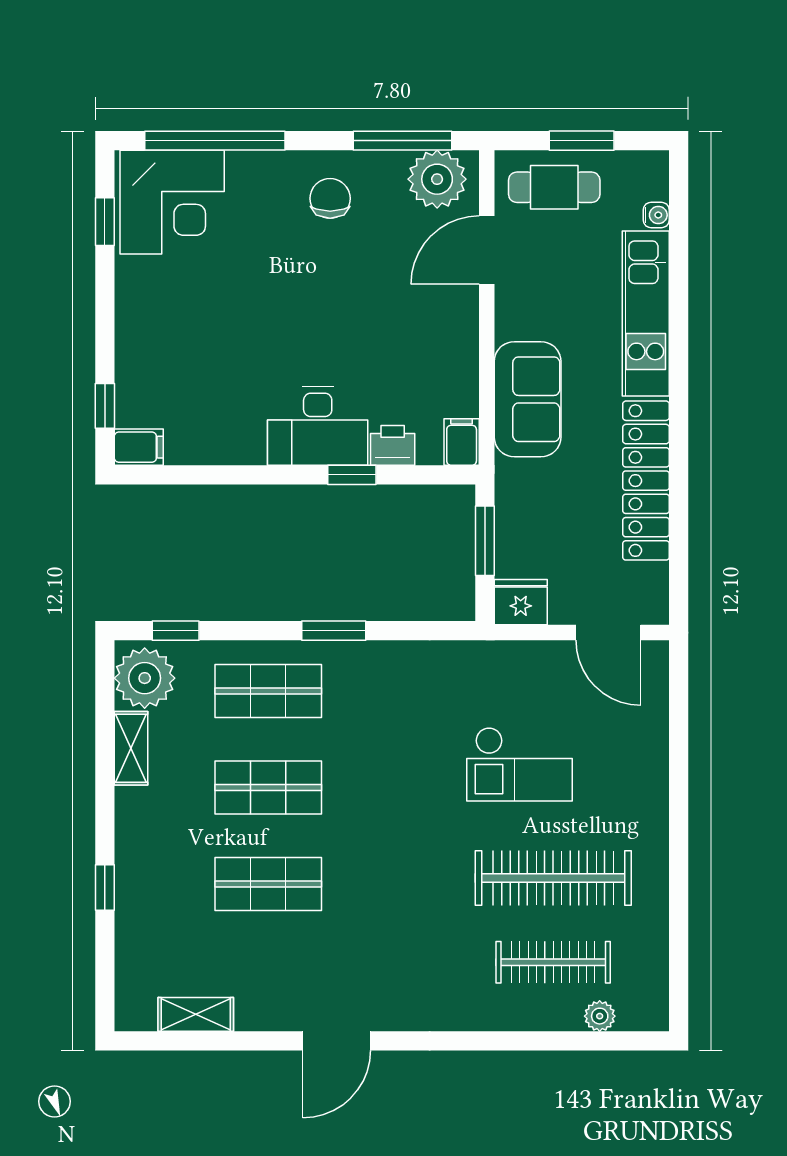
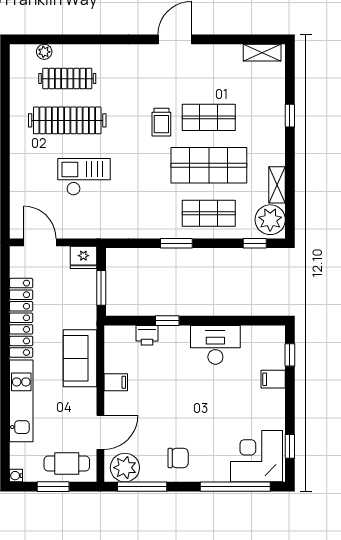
chair: (330, 198) -> (178, 458), turned -90
water cooler: (656, 215) -> (16, 476), moved
desk: (318, 426) -> (215, 345), moved
filing cabinet: (462, 442) -> (116, 382), moved, turned -90
filing cabinet: (139, 447) -> (273, 379), moved
shop shelf: (268, 788) -> (209, 165), width x1.43, depth x1.36
trolley: (364, 874) -> (161, 122), added
shelving: (196, 1014) -> (262, 53), moved

